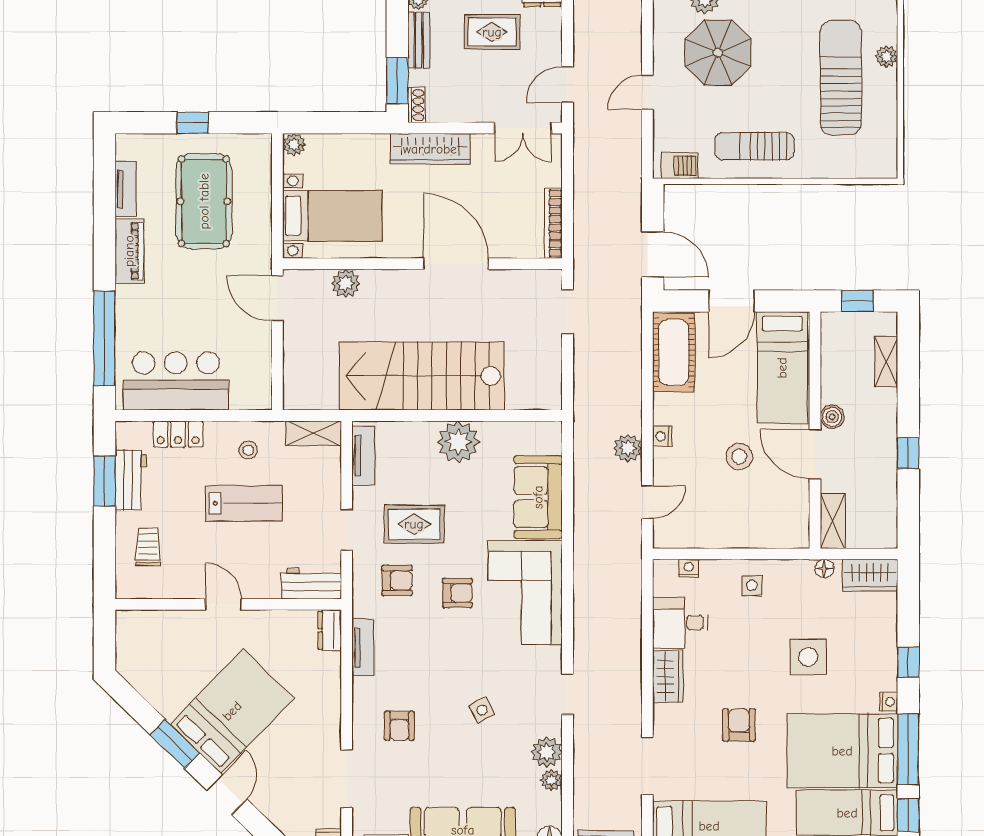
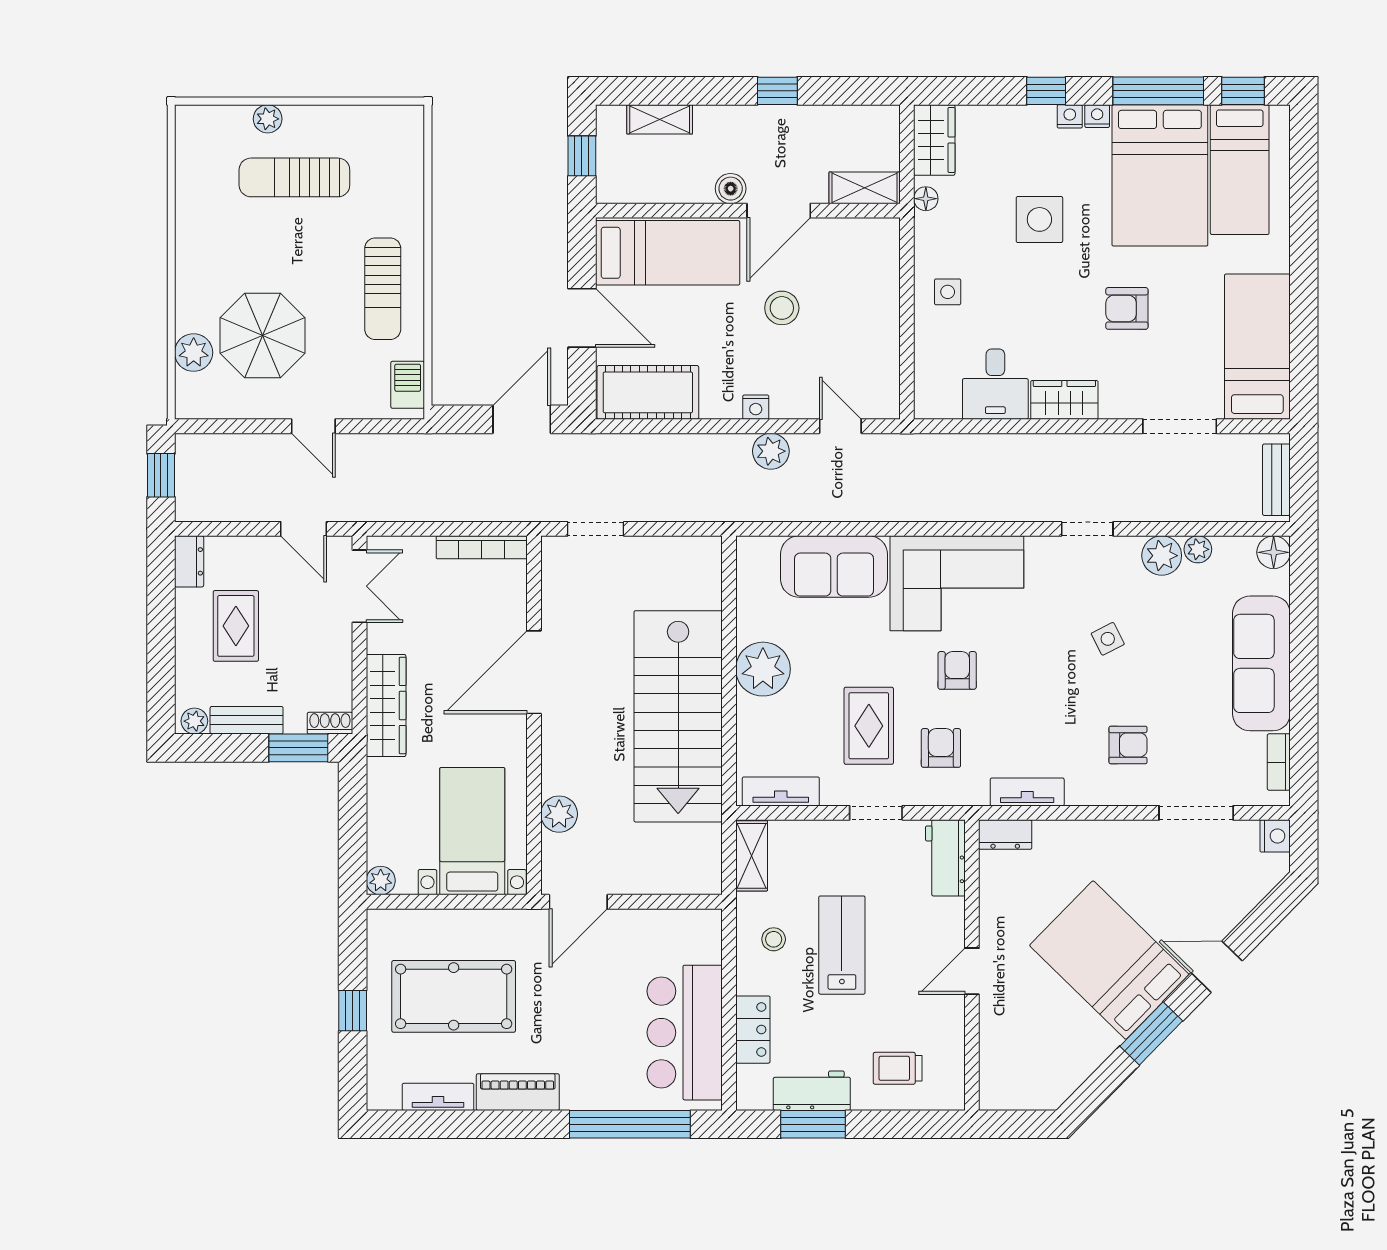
sun lounger: (841, 77) -> (294, 177), width x0.73, depth x0.75
nightstand: (689, 568) -> (1070, 116), moved, turned 90

